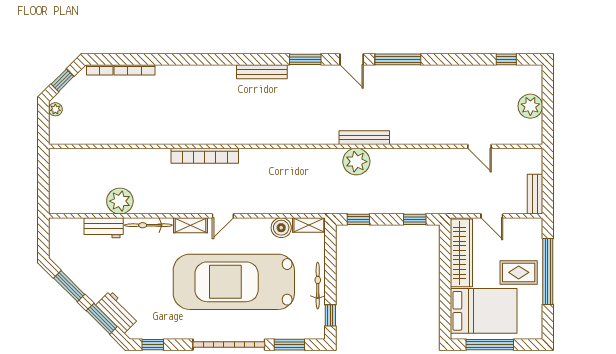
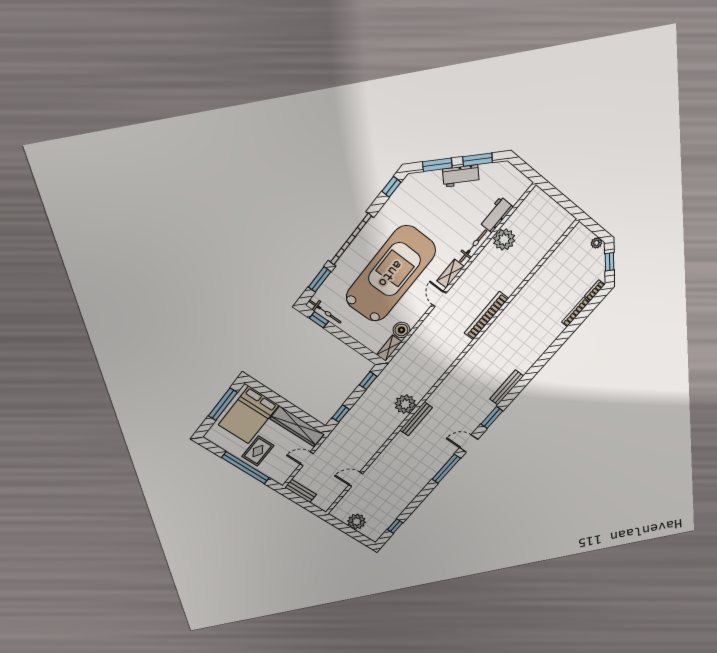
bicycle: (318, 286) -> (325, 312), moved
workbench: (117, 312) -> (461, 176), moved

